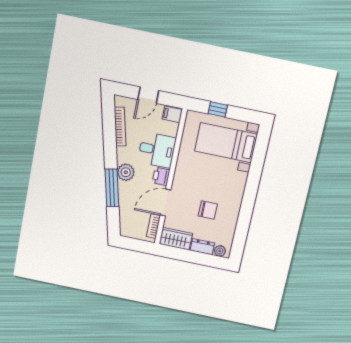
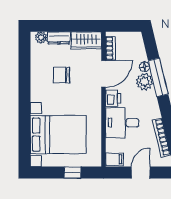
bed with nightstands: (226, 143) -> (58, 135), width x1.36
plant: (126, 172) -> (144, 82), moved
floor lamp: (123, 201) -> (145, 67), added

